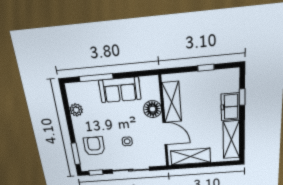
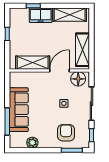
sofa: (120, 90) -> (19, 110), width x1.36
floor lamp: (153, 109) -> (78, 79), moved
armchair: (94, 146) -> (66, 133), turned 90

